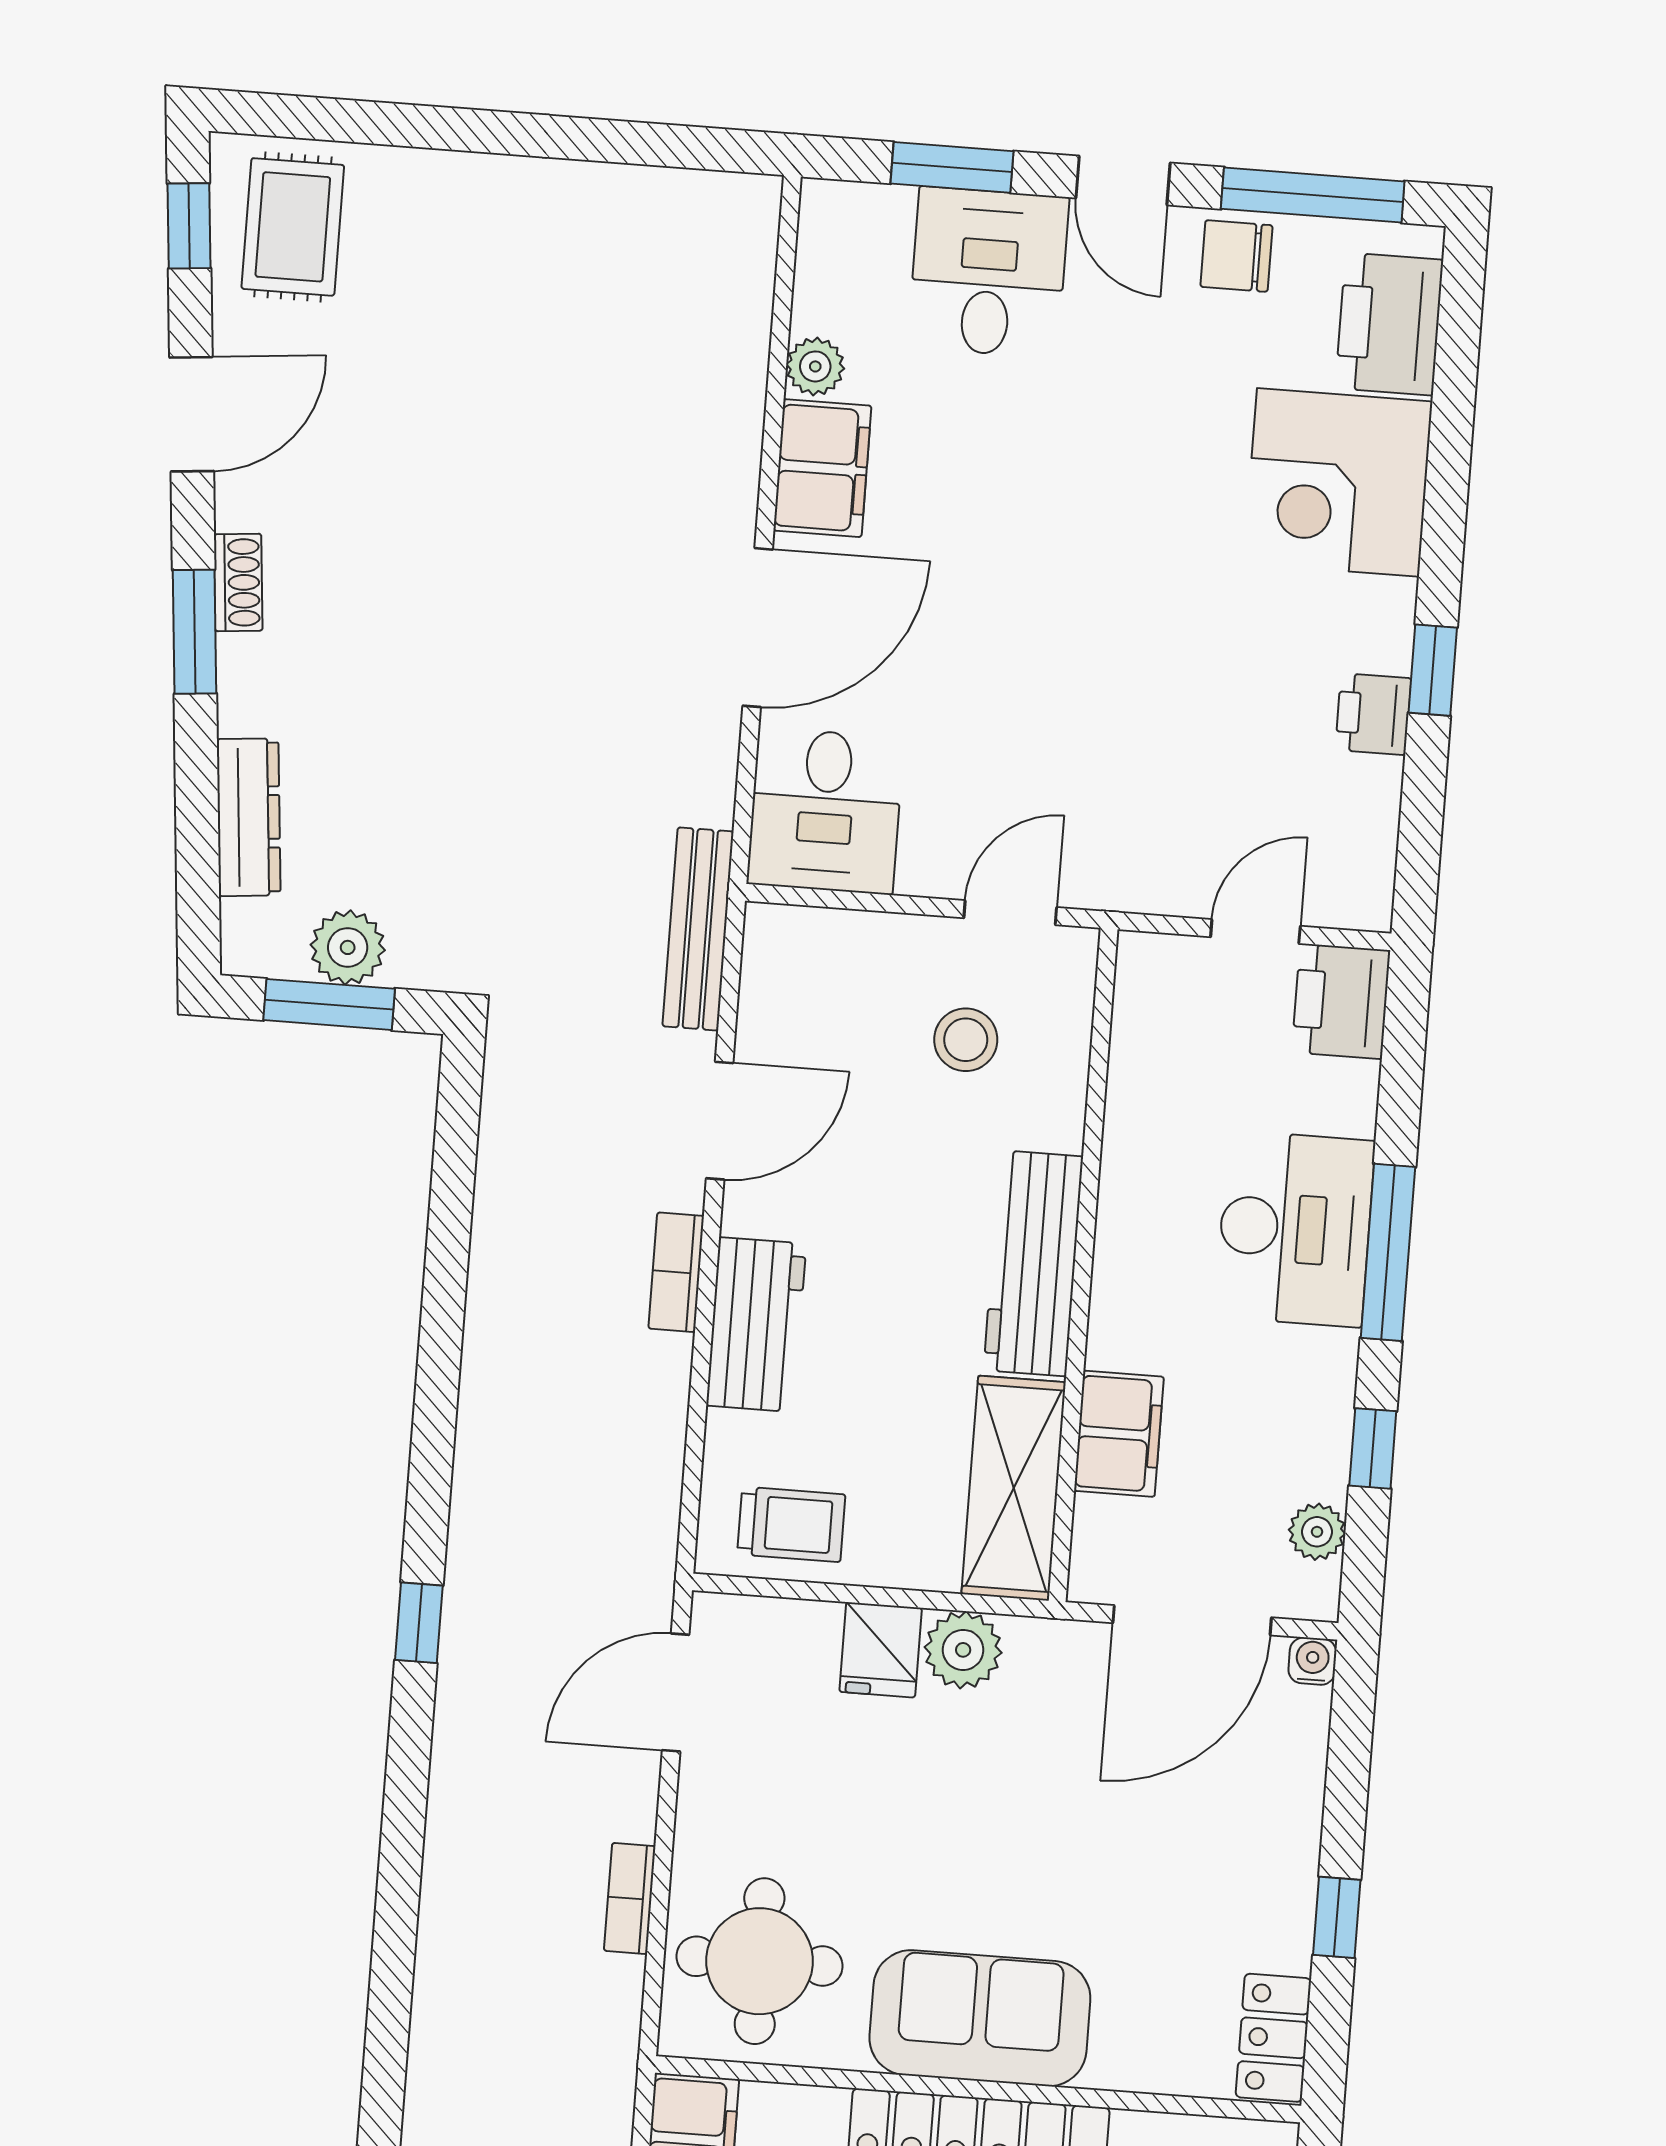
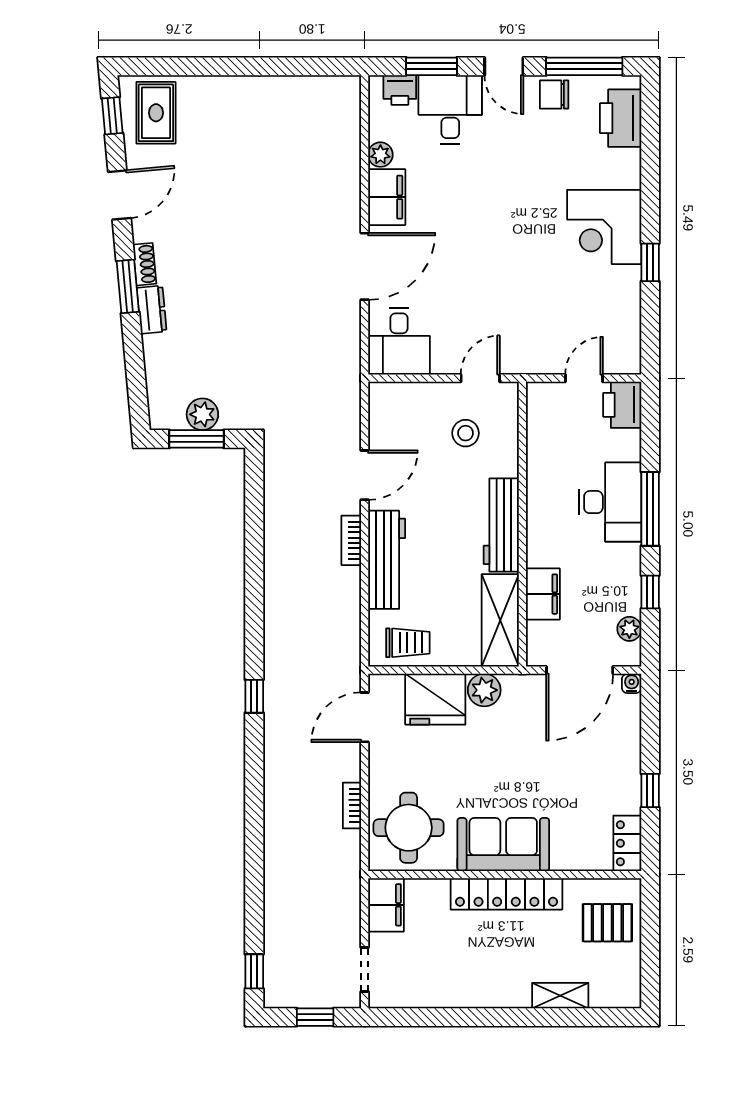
corner desk: (1338, 482) -> (604, 227), moved
printer: (1373, 714) -> (400, 90), moved, turned -90
dresser: (249, 817) -> (152, 310), moved, width x0.70
bench: (698, 929) -> (349, 395), removed
workbench: (756, 1325) -> (387, 560), width x1.38
fridge: (881, 1650) -> (435, 699), width x1.88, depth x1.34

